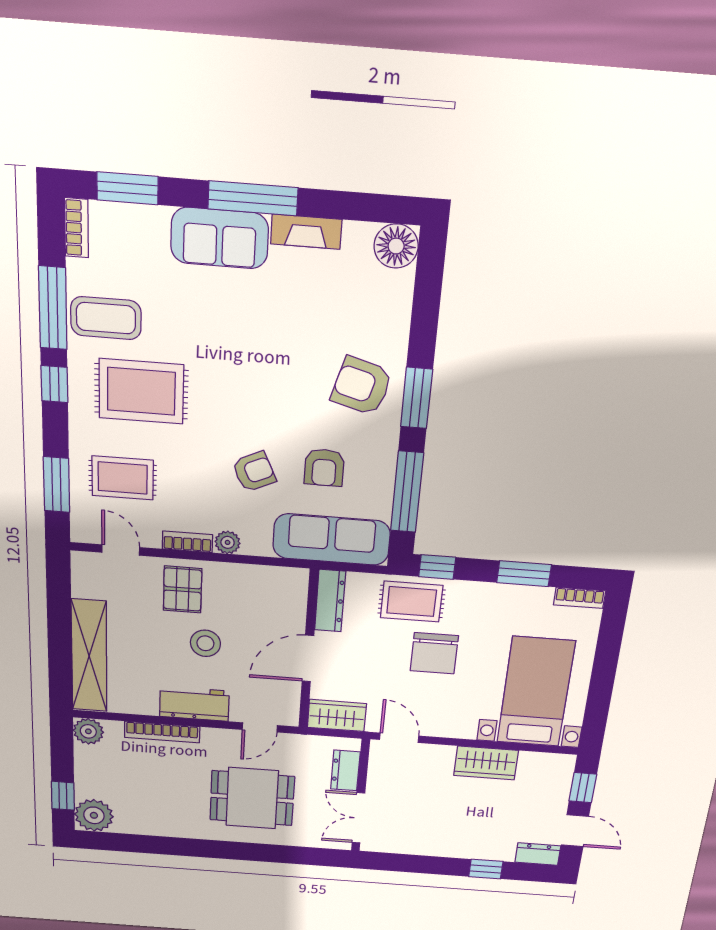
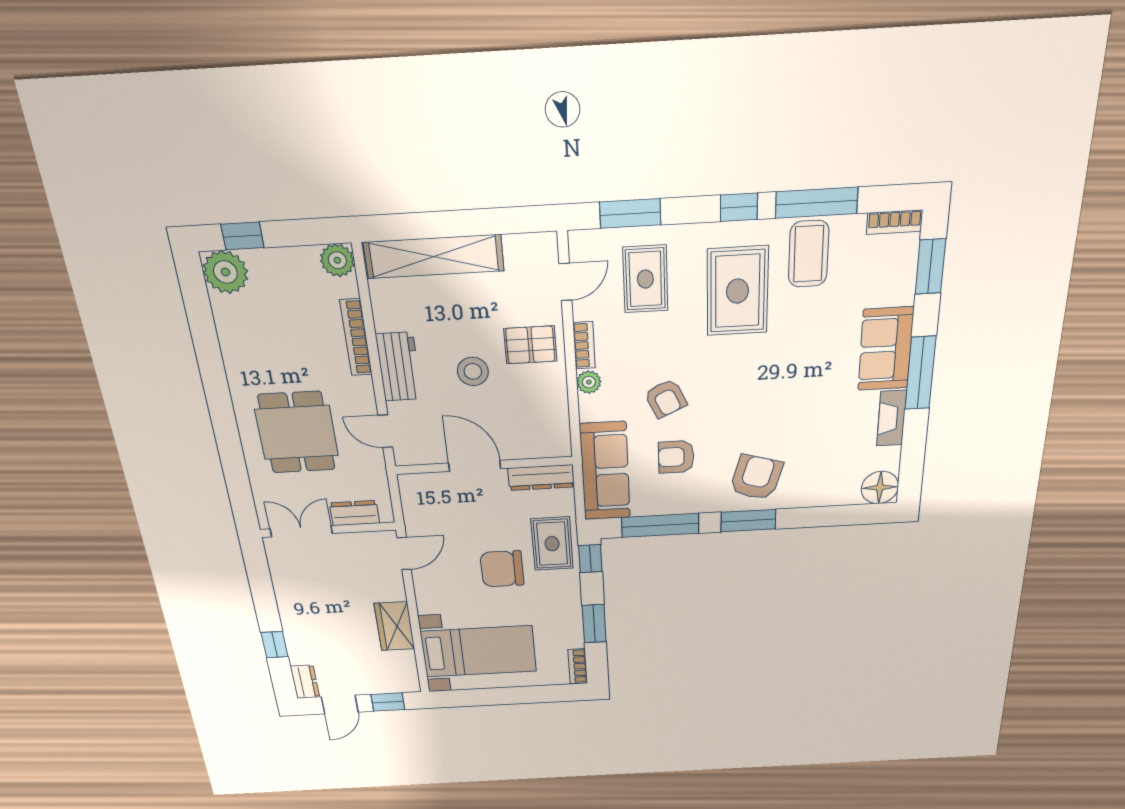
wardrobe: (337, 715) -> (416, 498), removed

